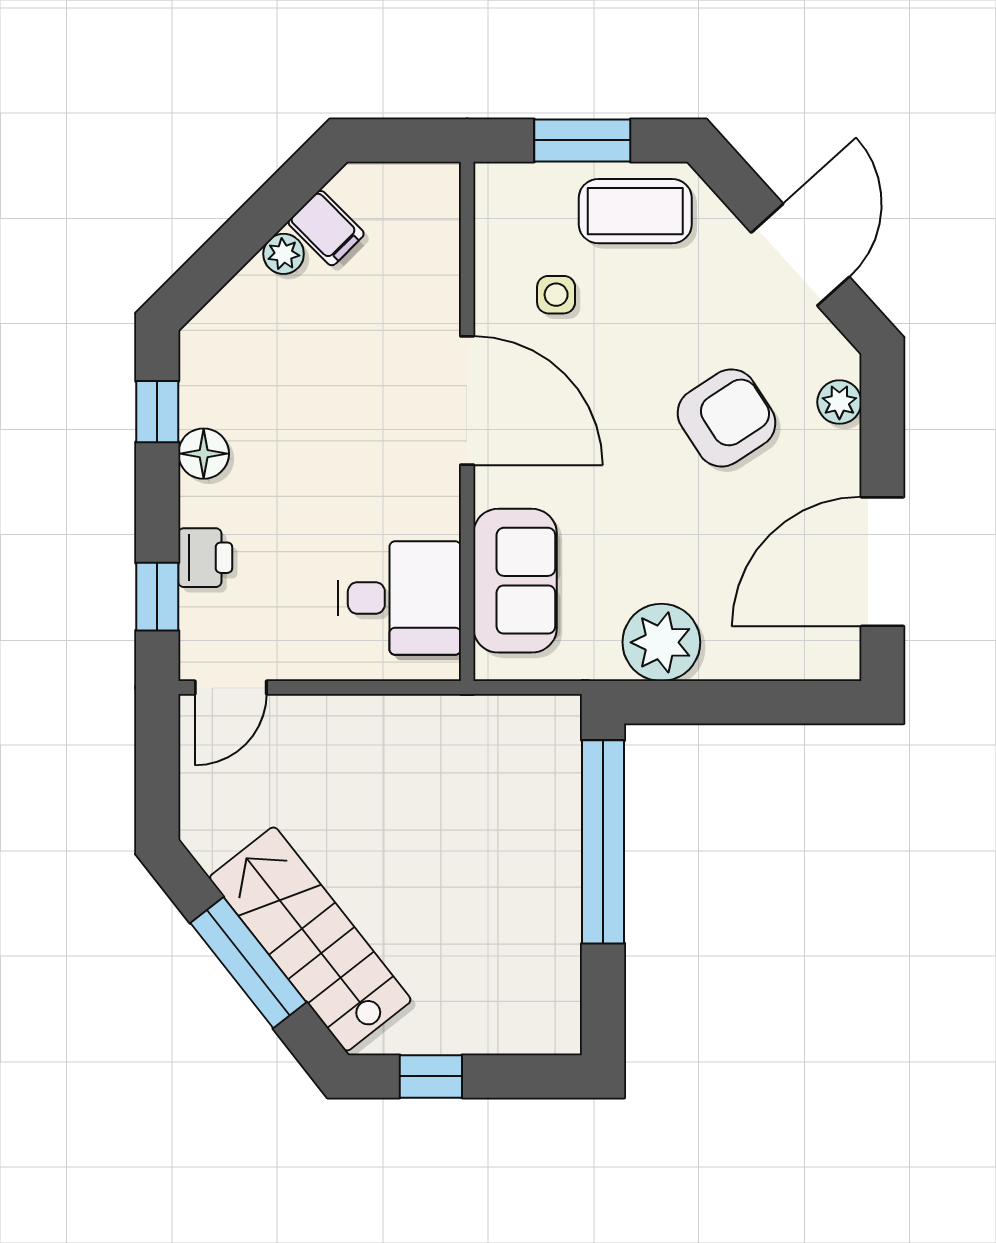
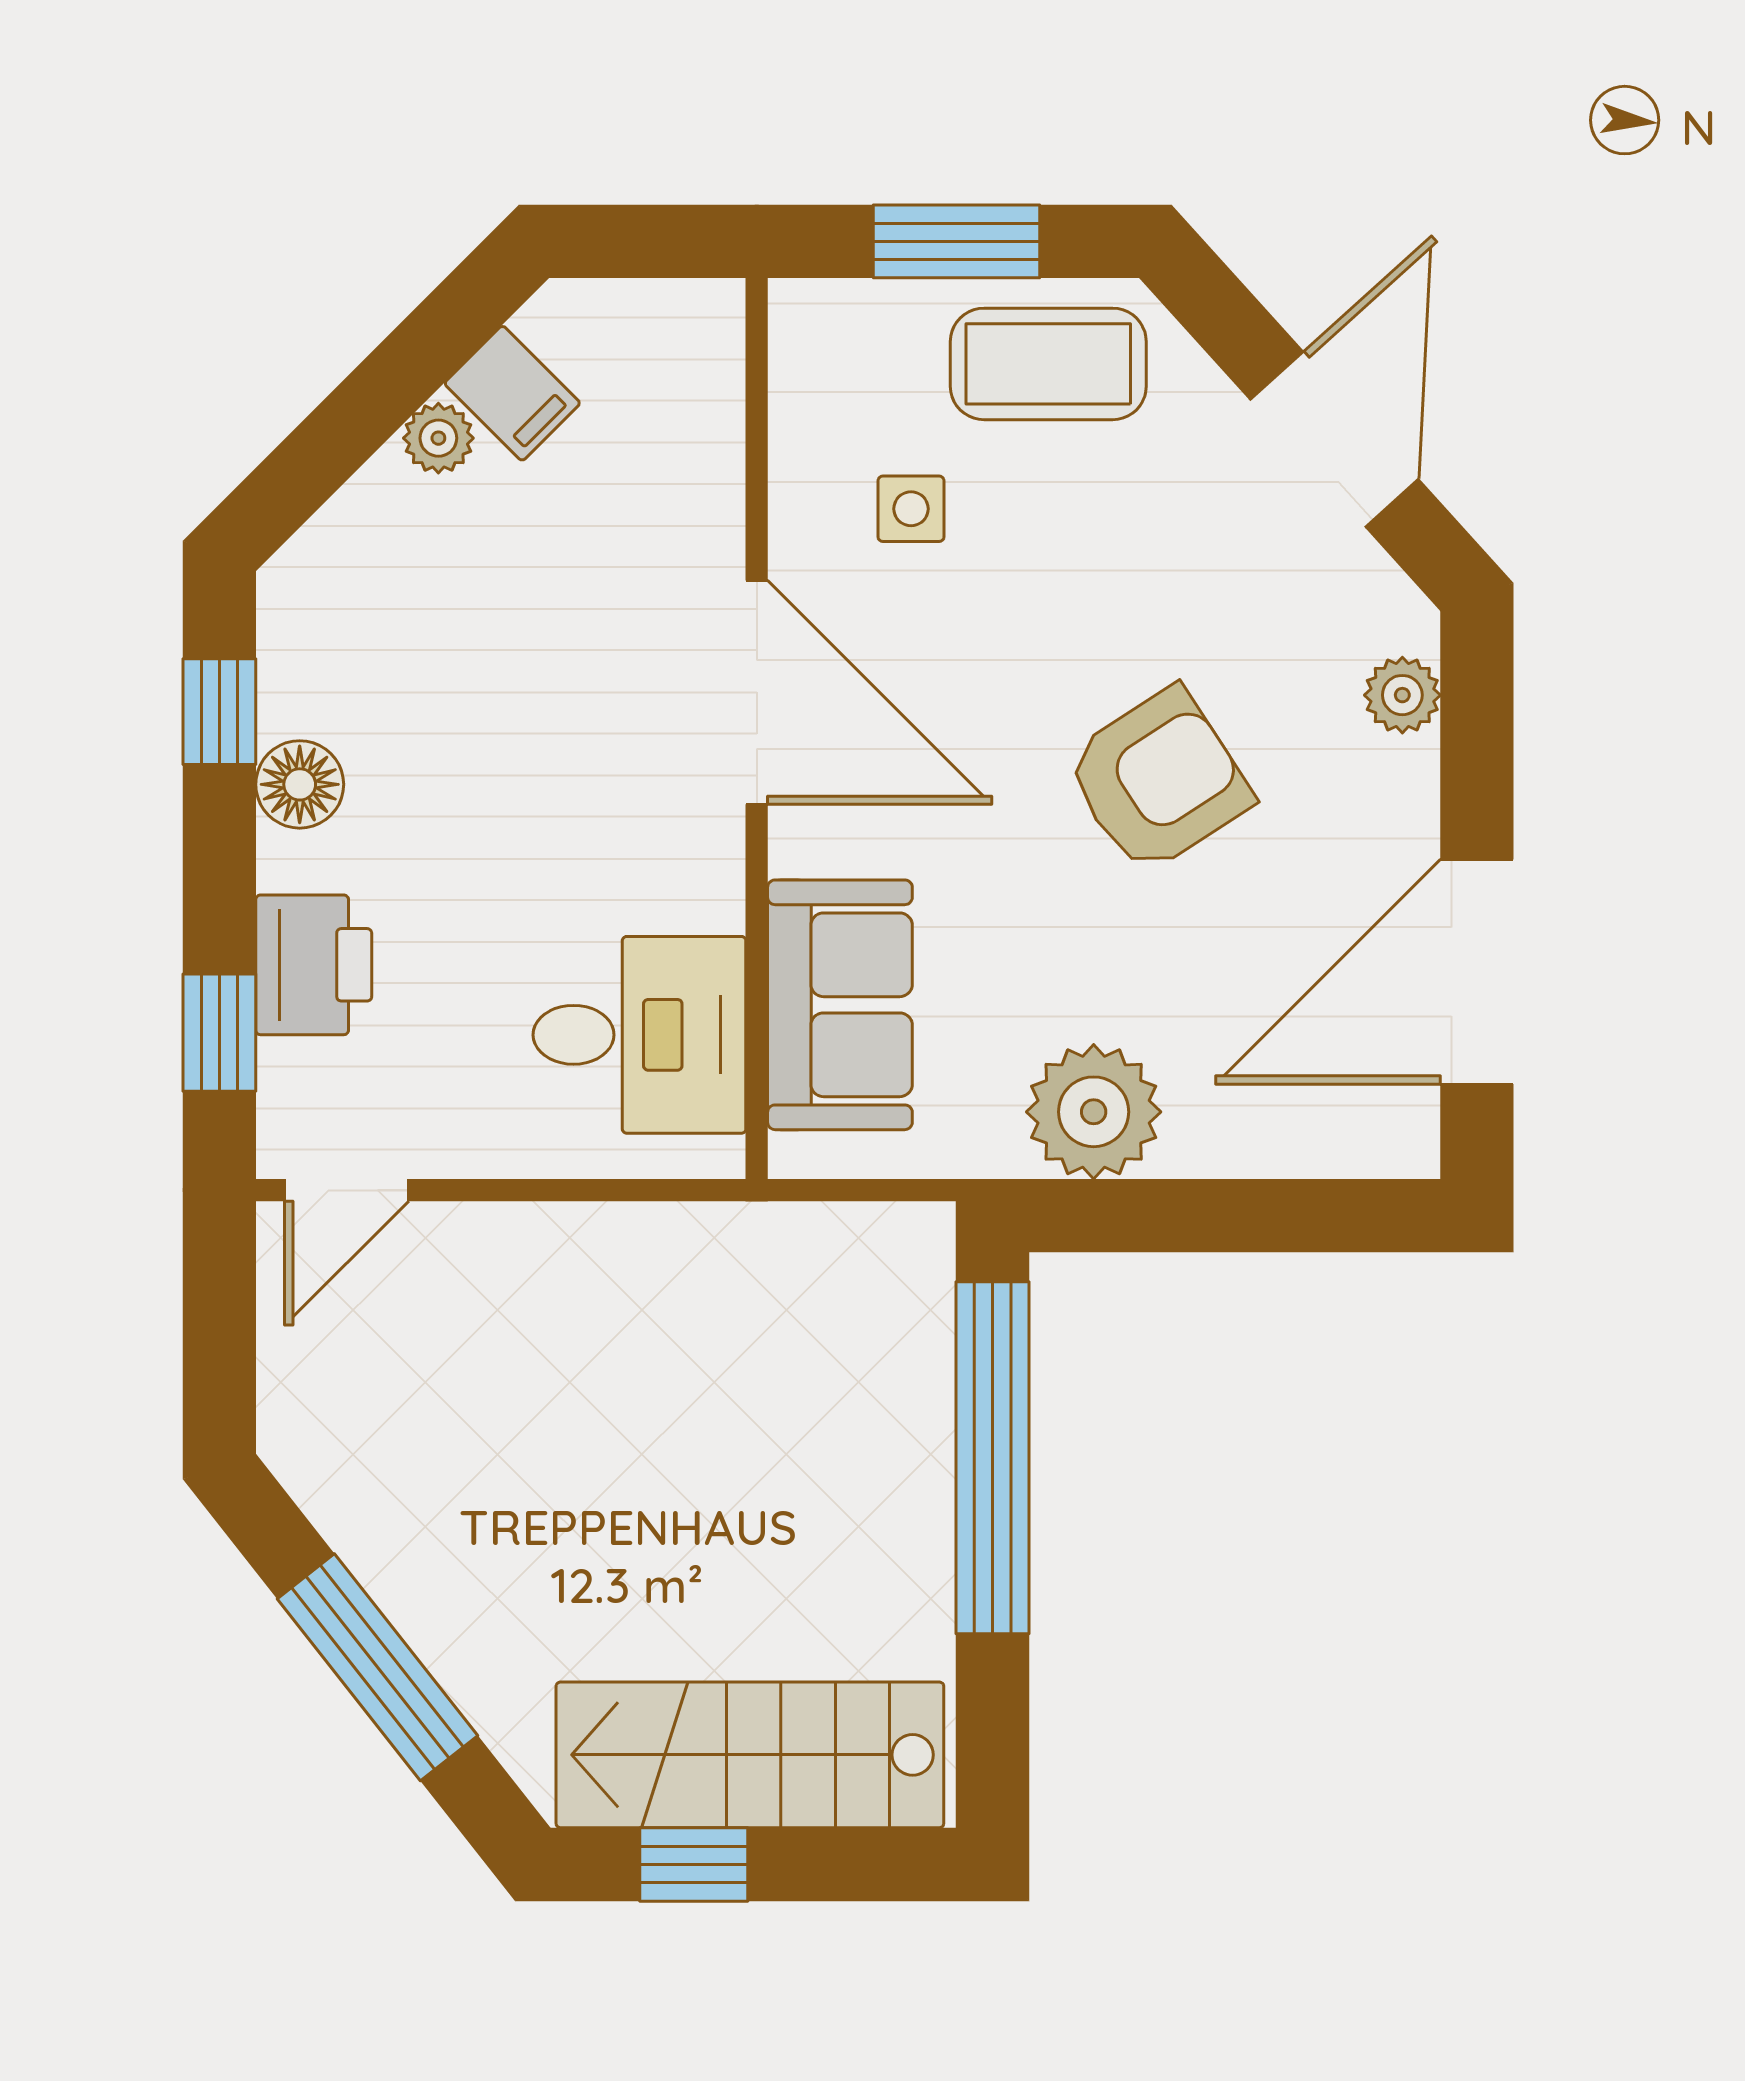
armchair: (726, 418) -> (1158, 781), moved
printer: (205, 558) -> (314, 965), width x1.36, depth x1.24
stairs: (310, 939) -> (750, 1755), moved, turned -52

